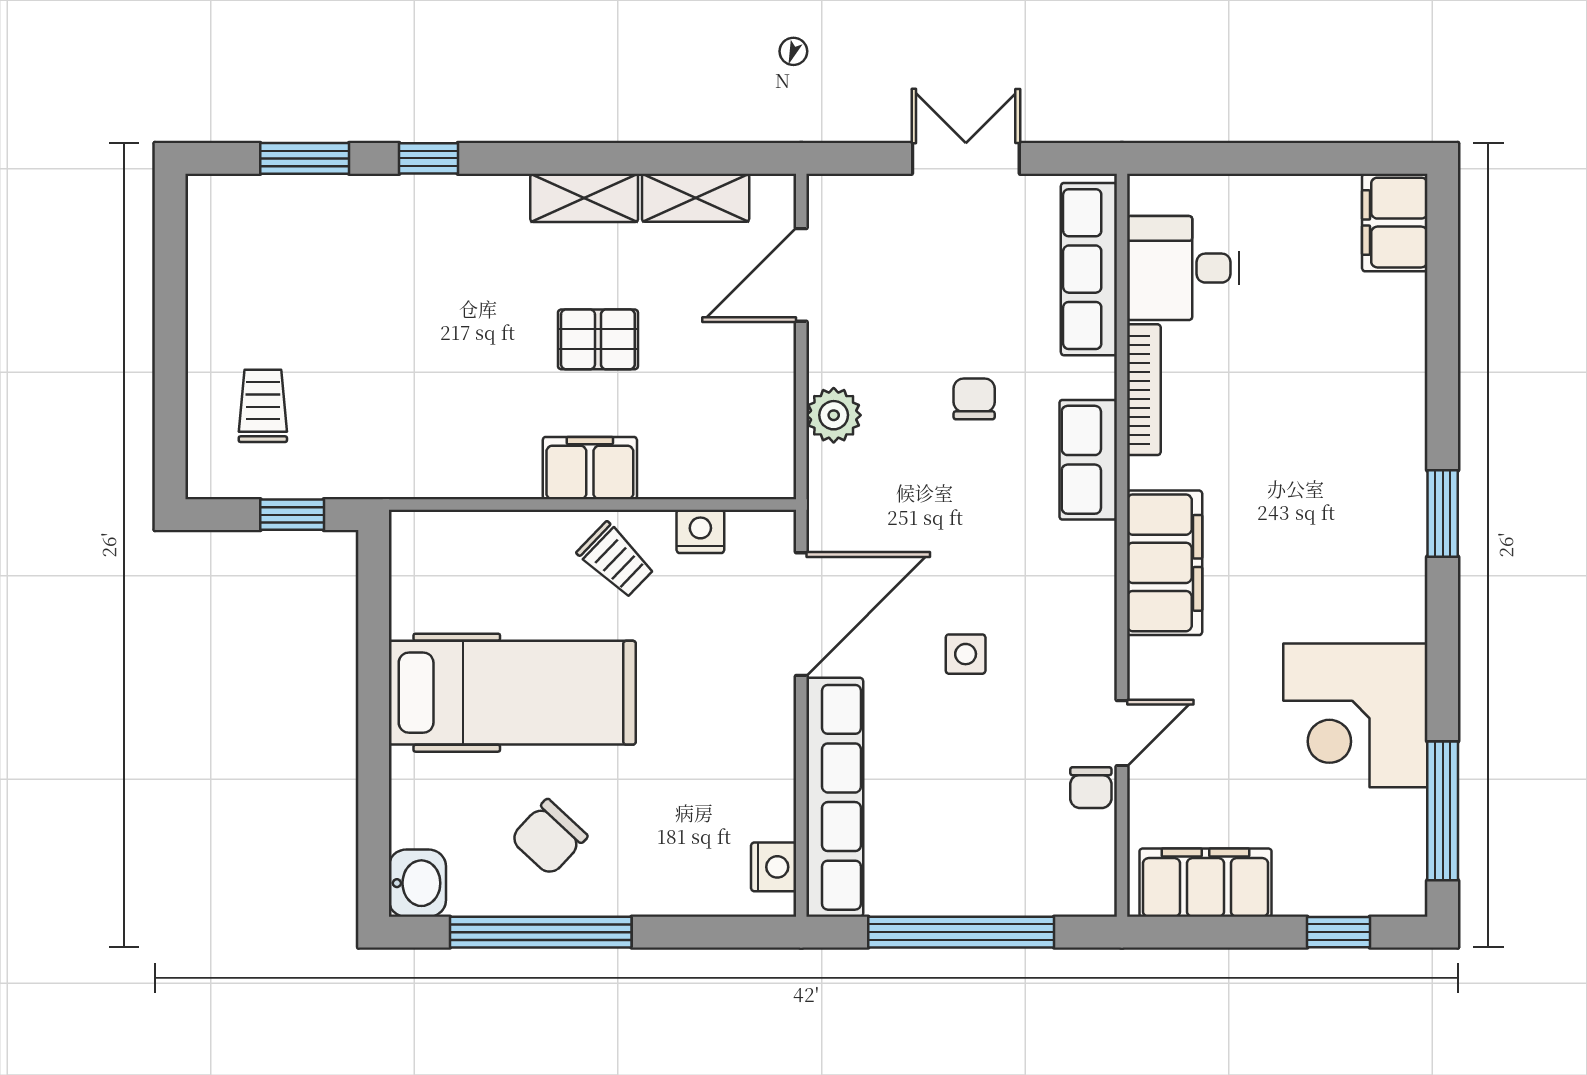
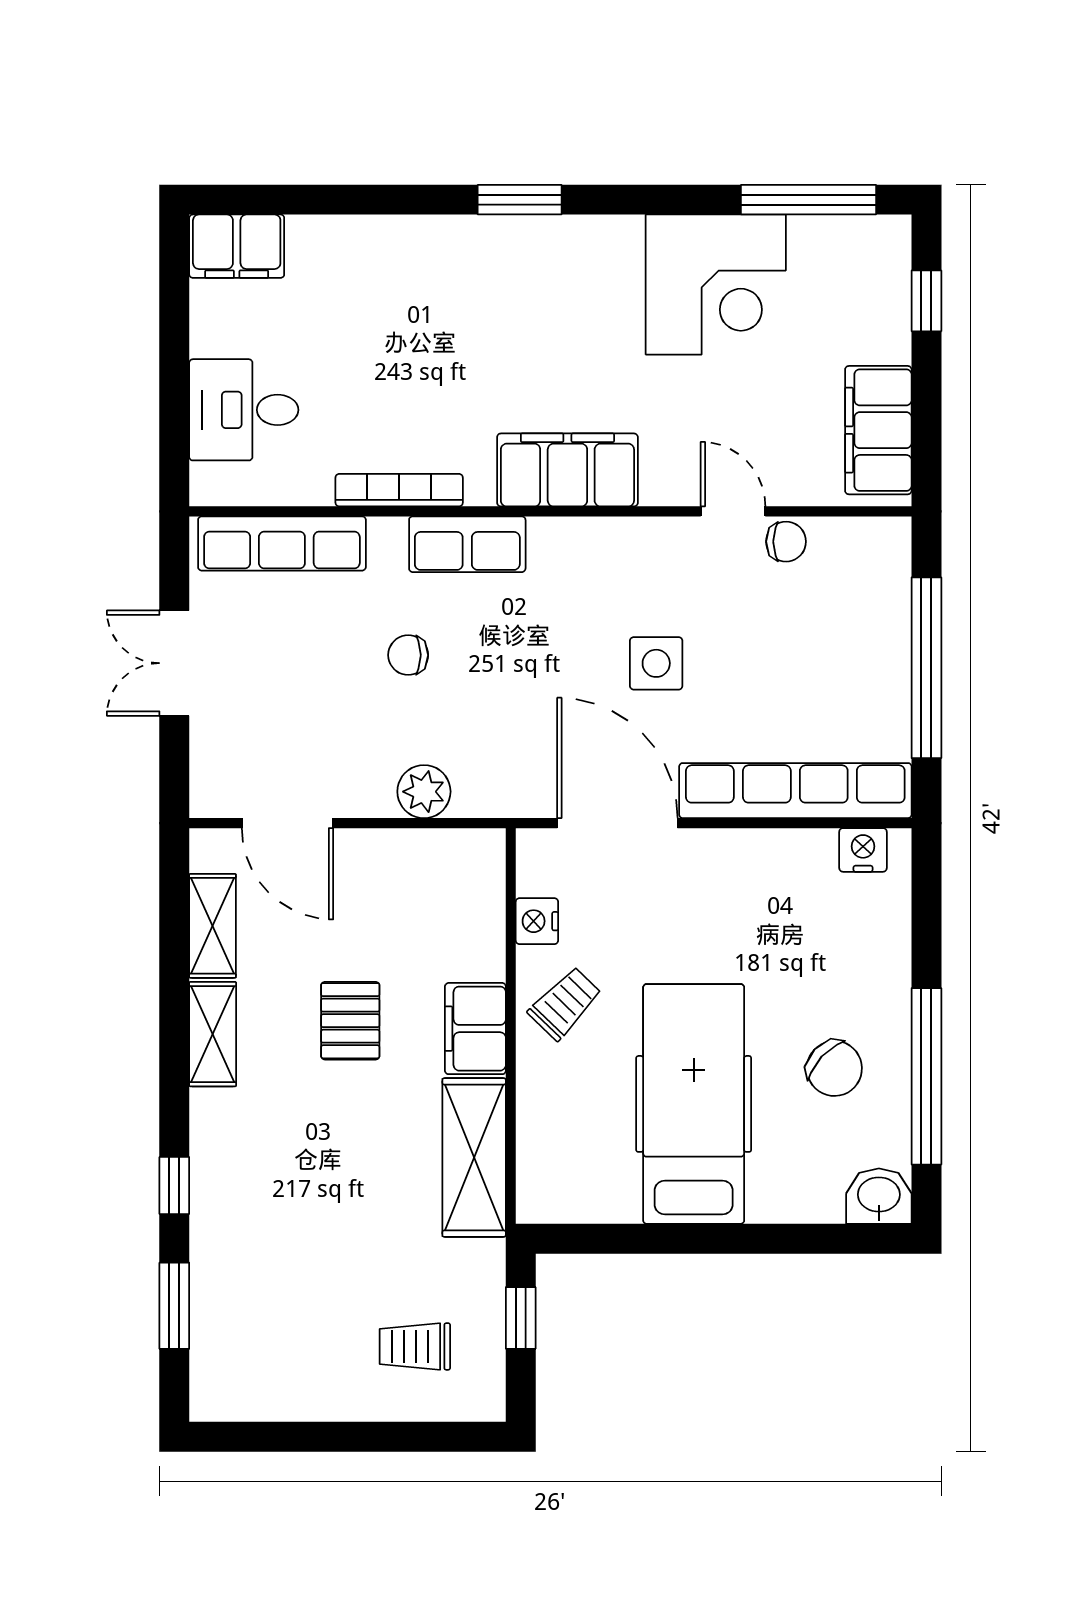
desk: (1183, 268) -> (244, 410), moved, turned 90
shelving: (457, 467) -> (474, 1158), added
side table: (966, 654) -> (656, 663), width x1.37, depth x1.37

